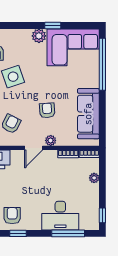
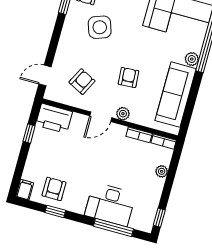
plant: (93, 82) -> (192, 59), added

